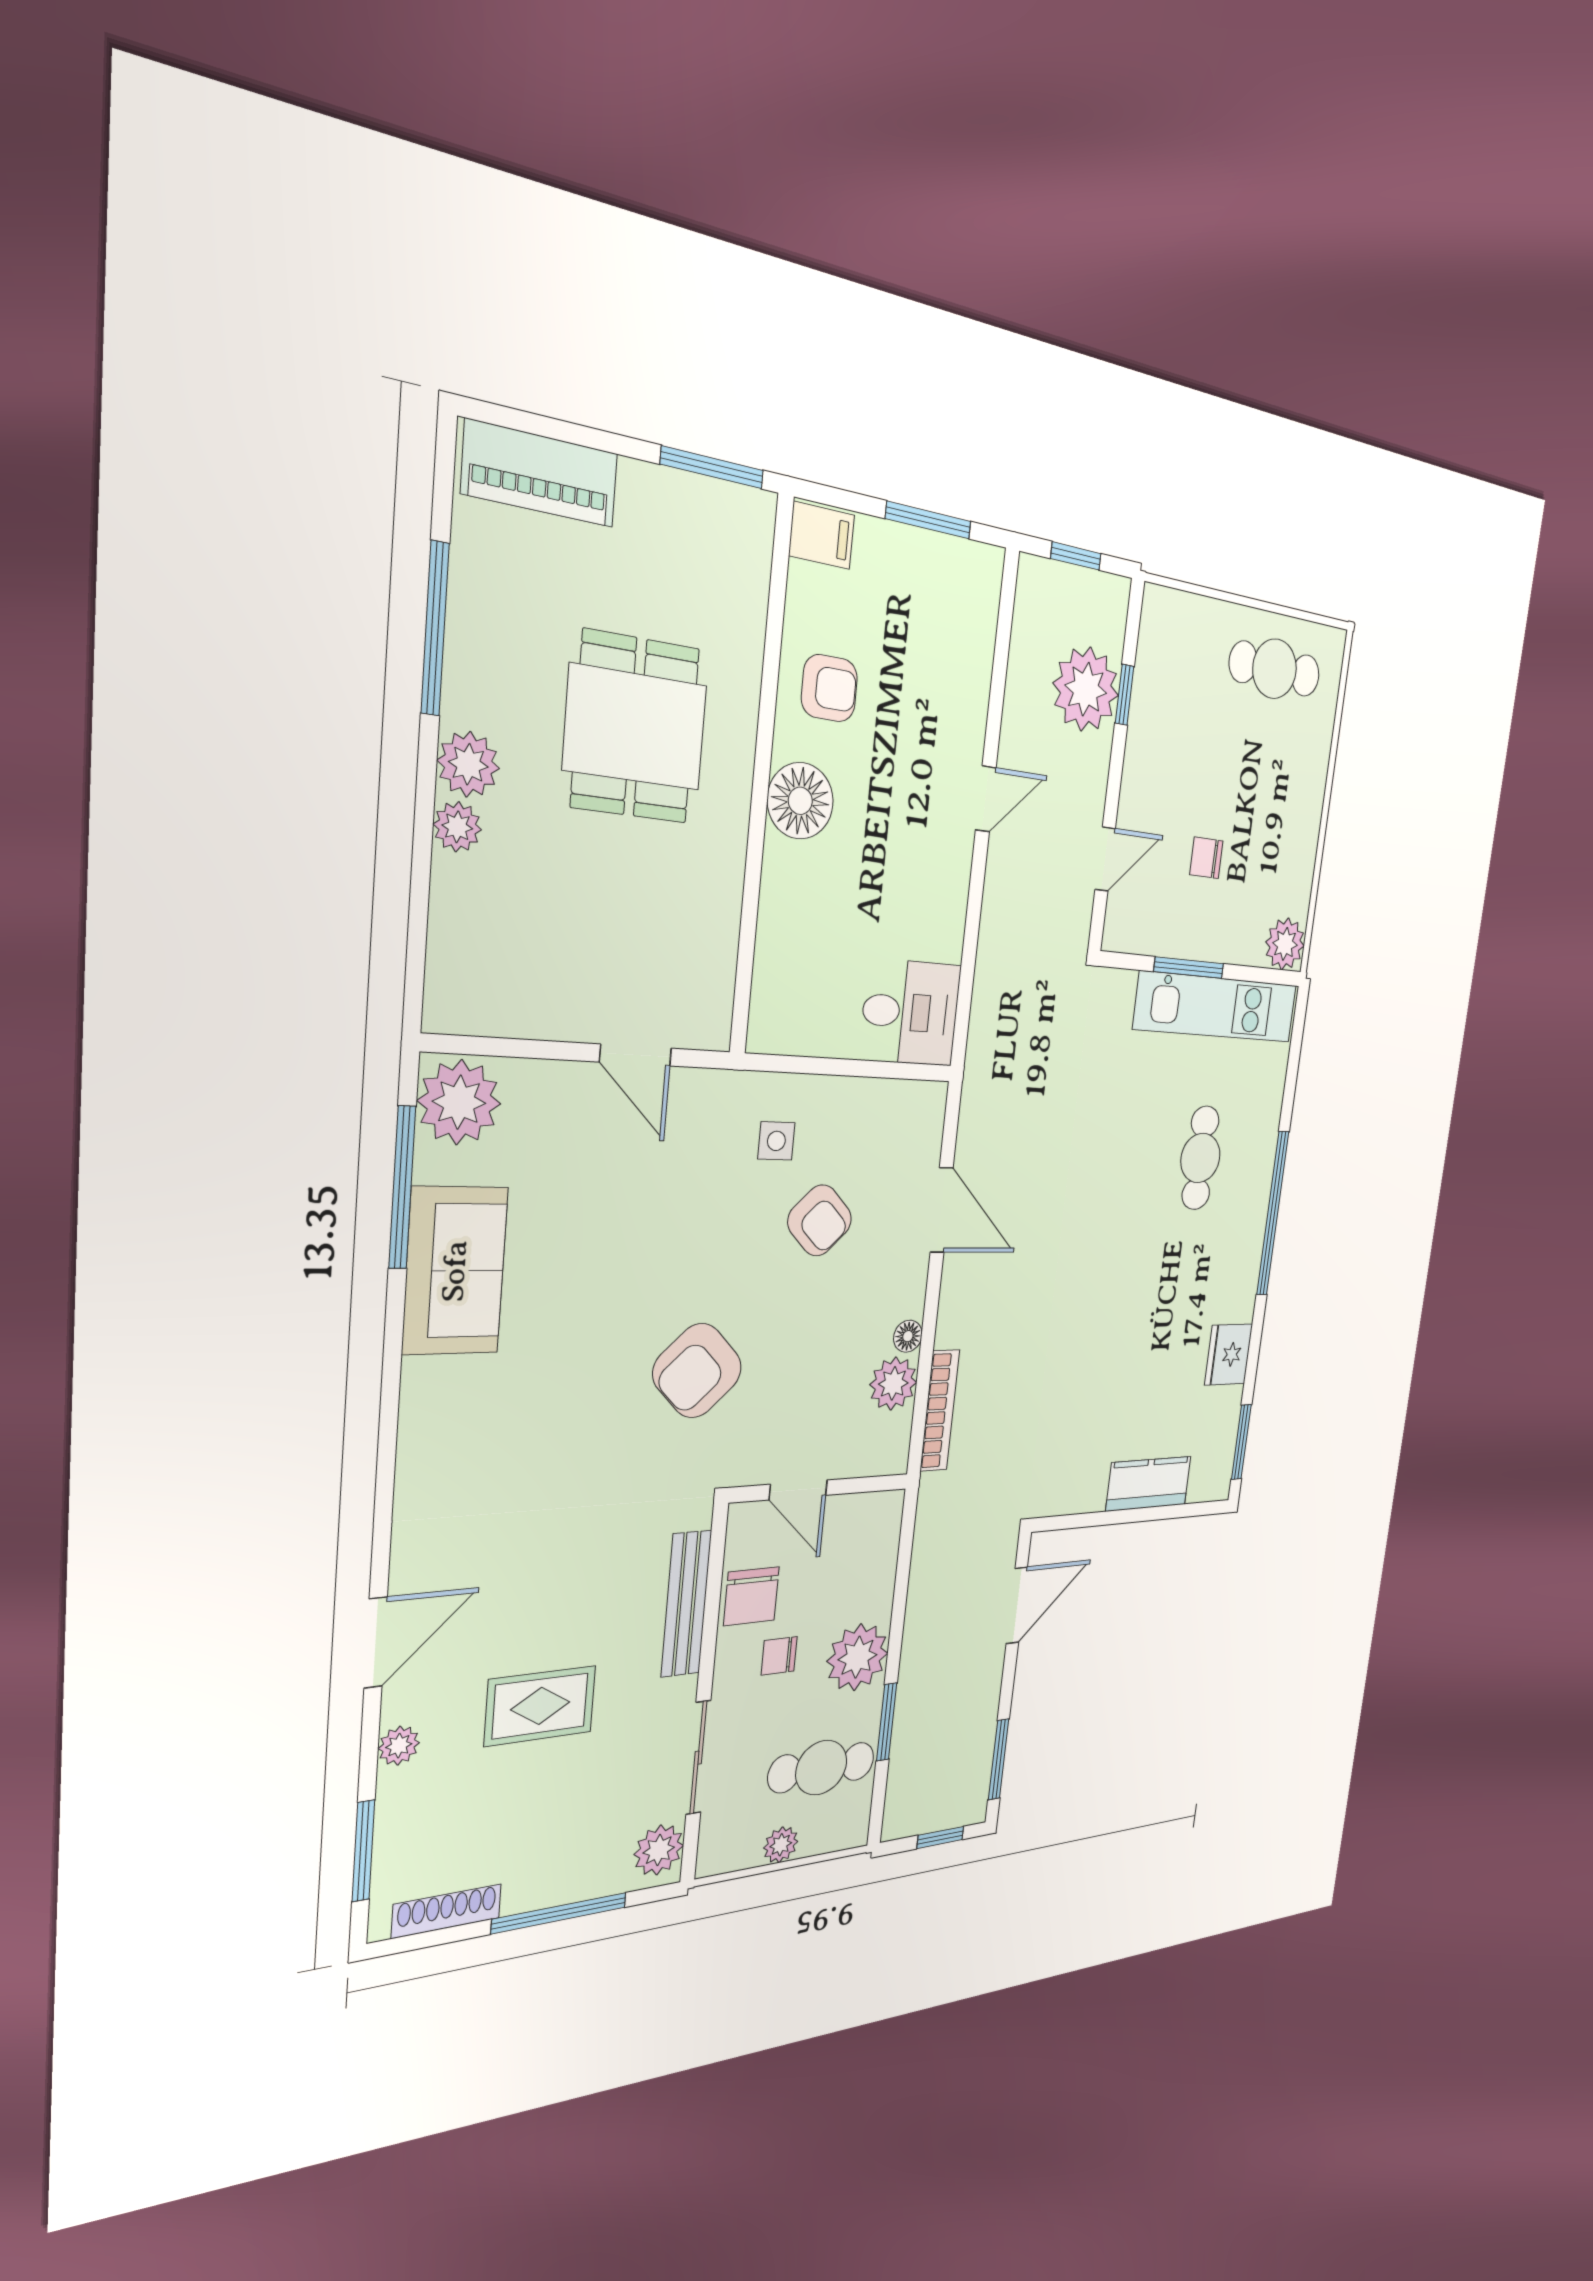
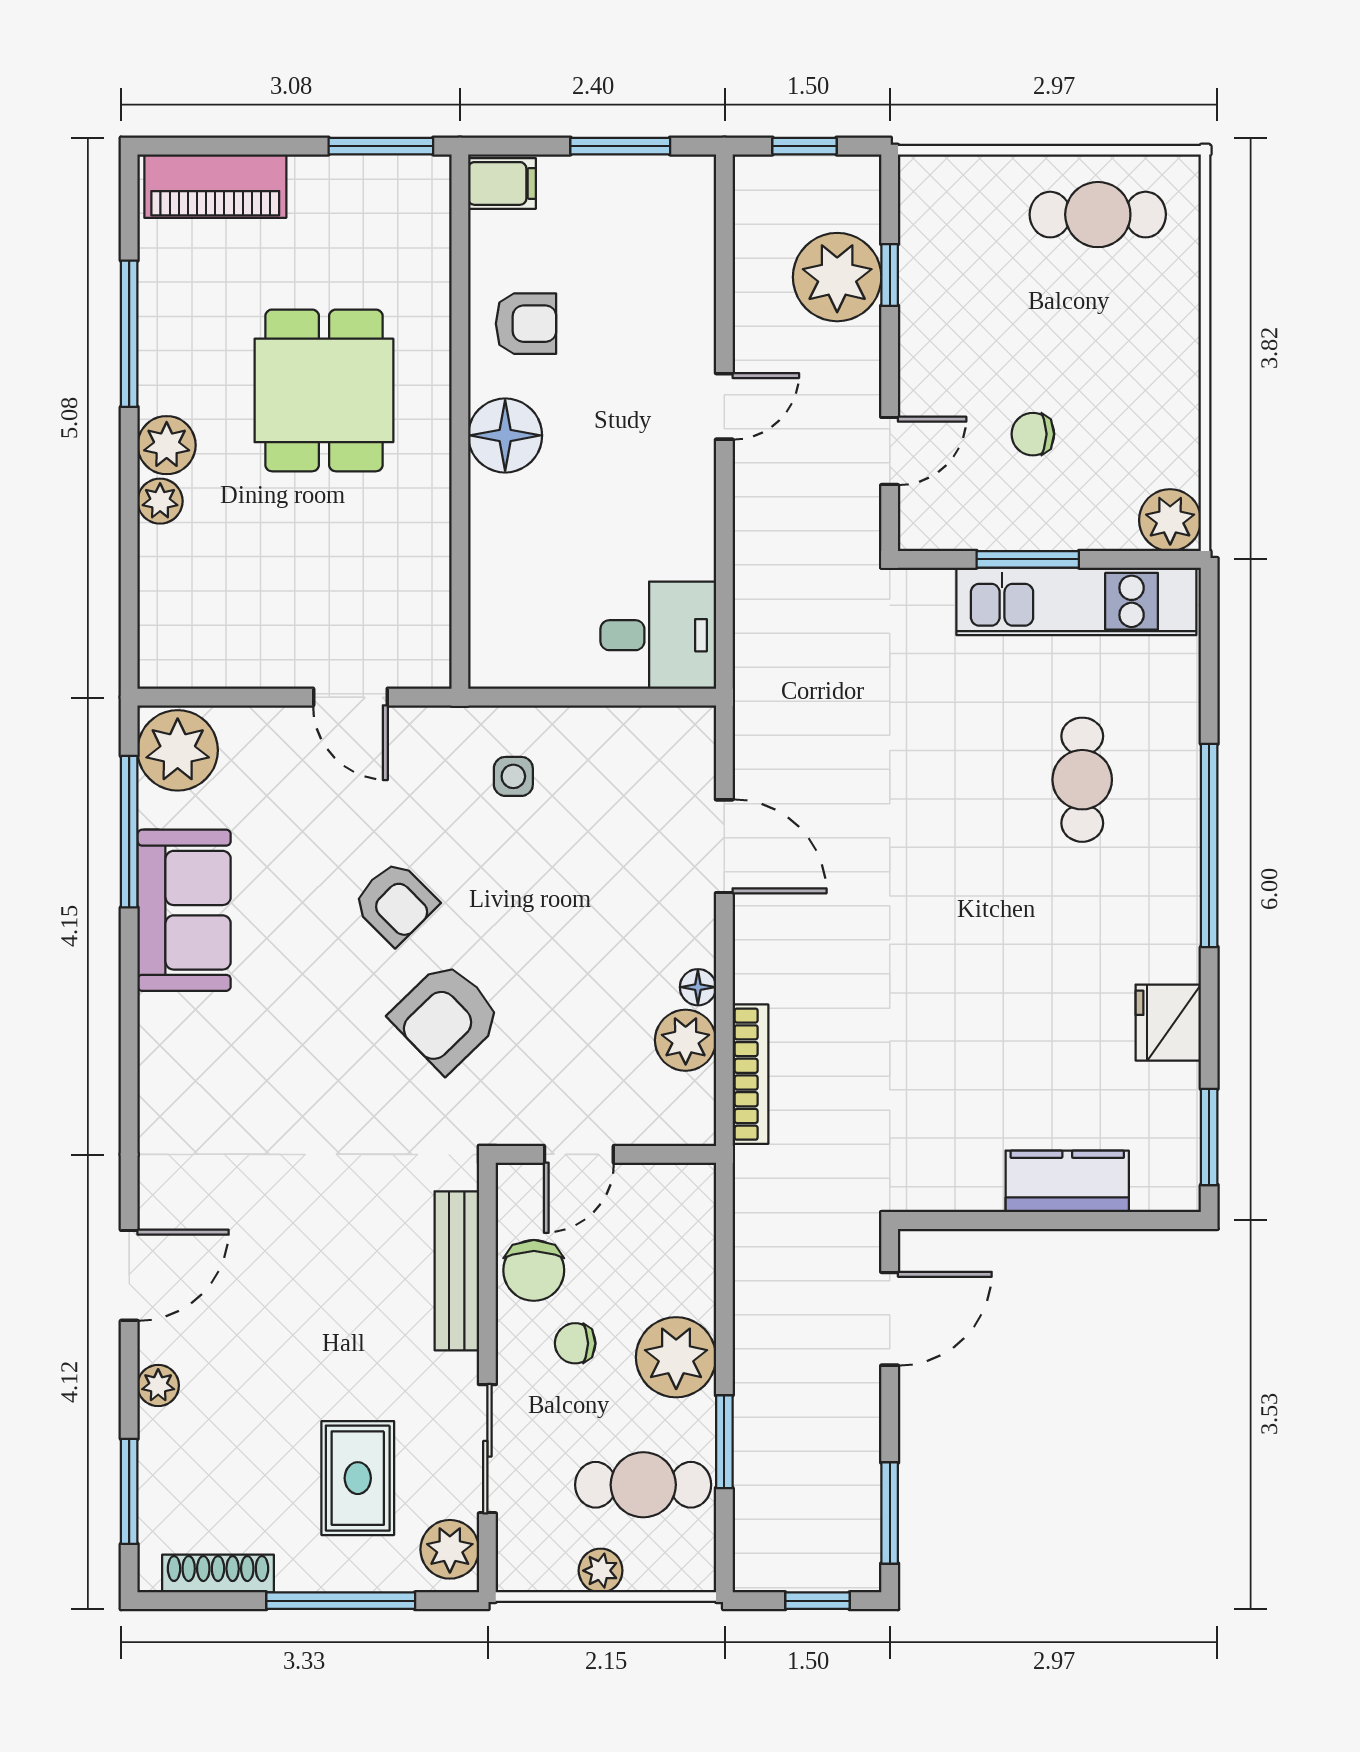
armchair: (820, 1220) -> (395, 903), moved
door: (798, 1490) -> (579, 1154), hinge flipped
rug: (540, 1706) -> (358, 1478), moved, turned 90

